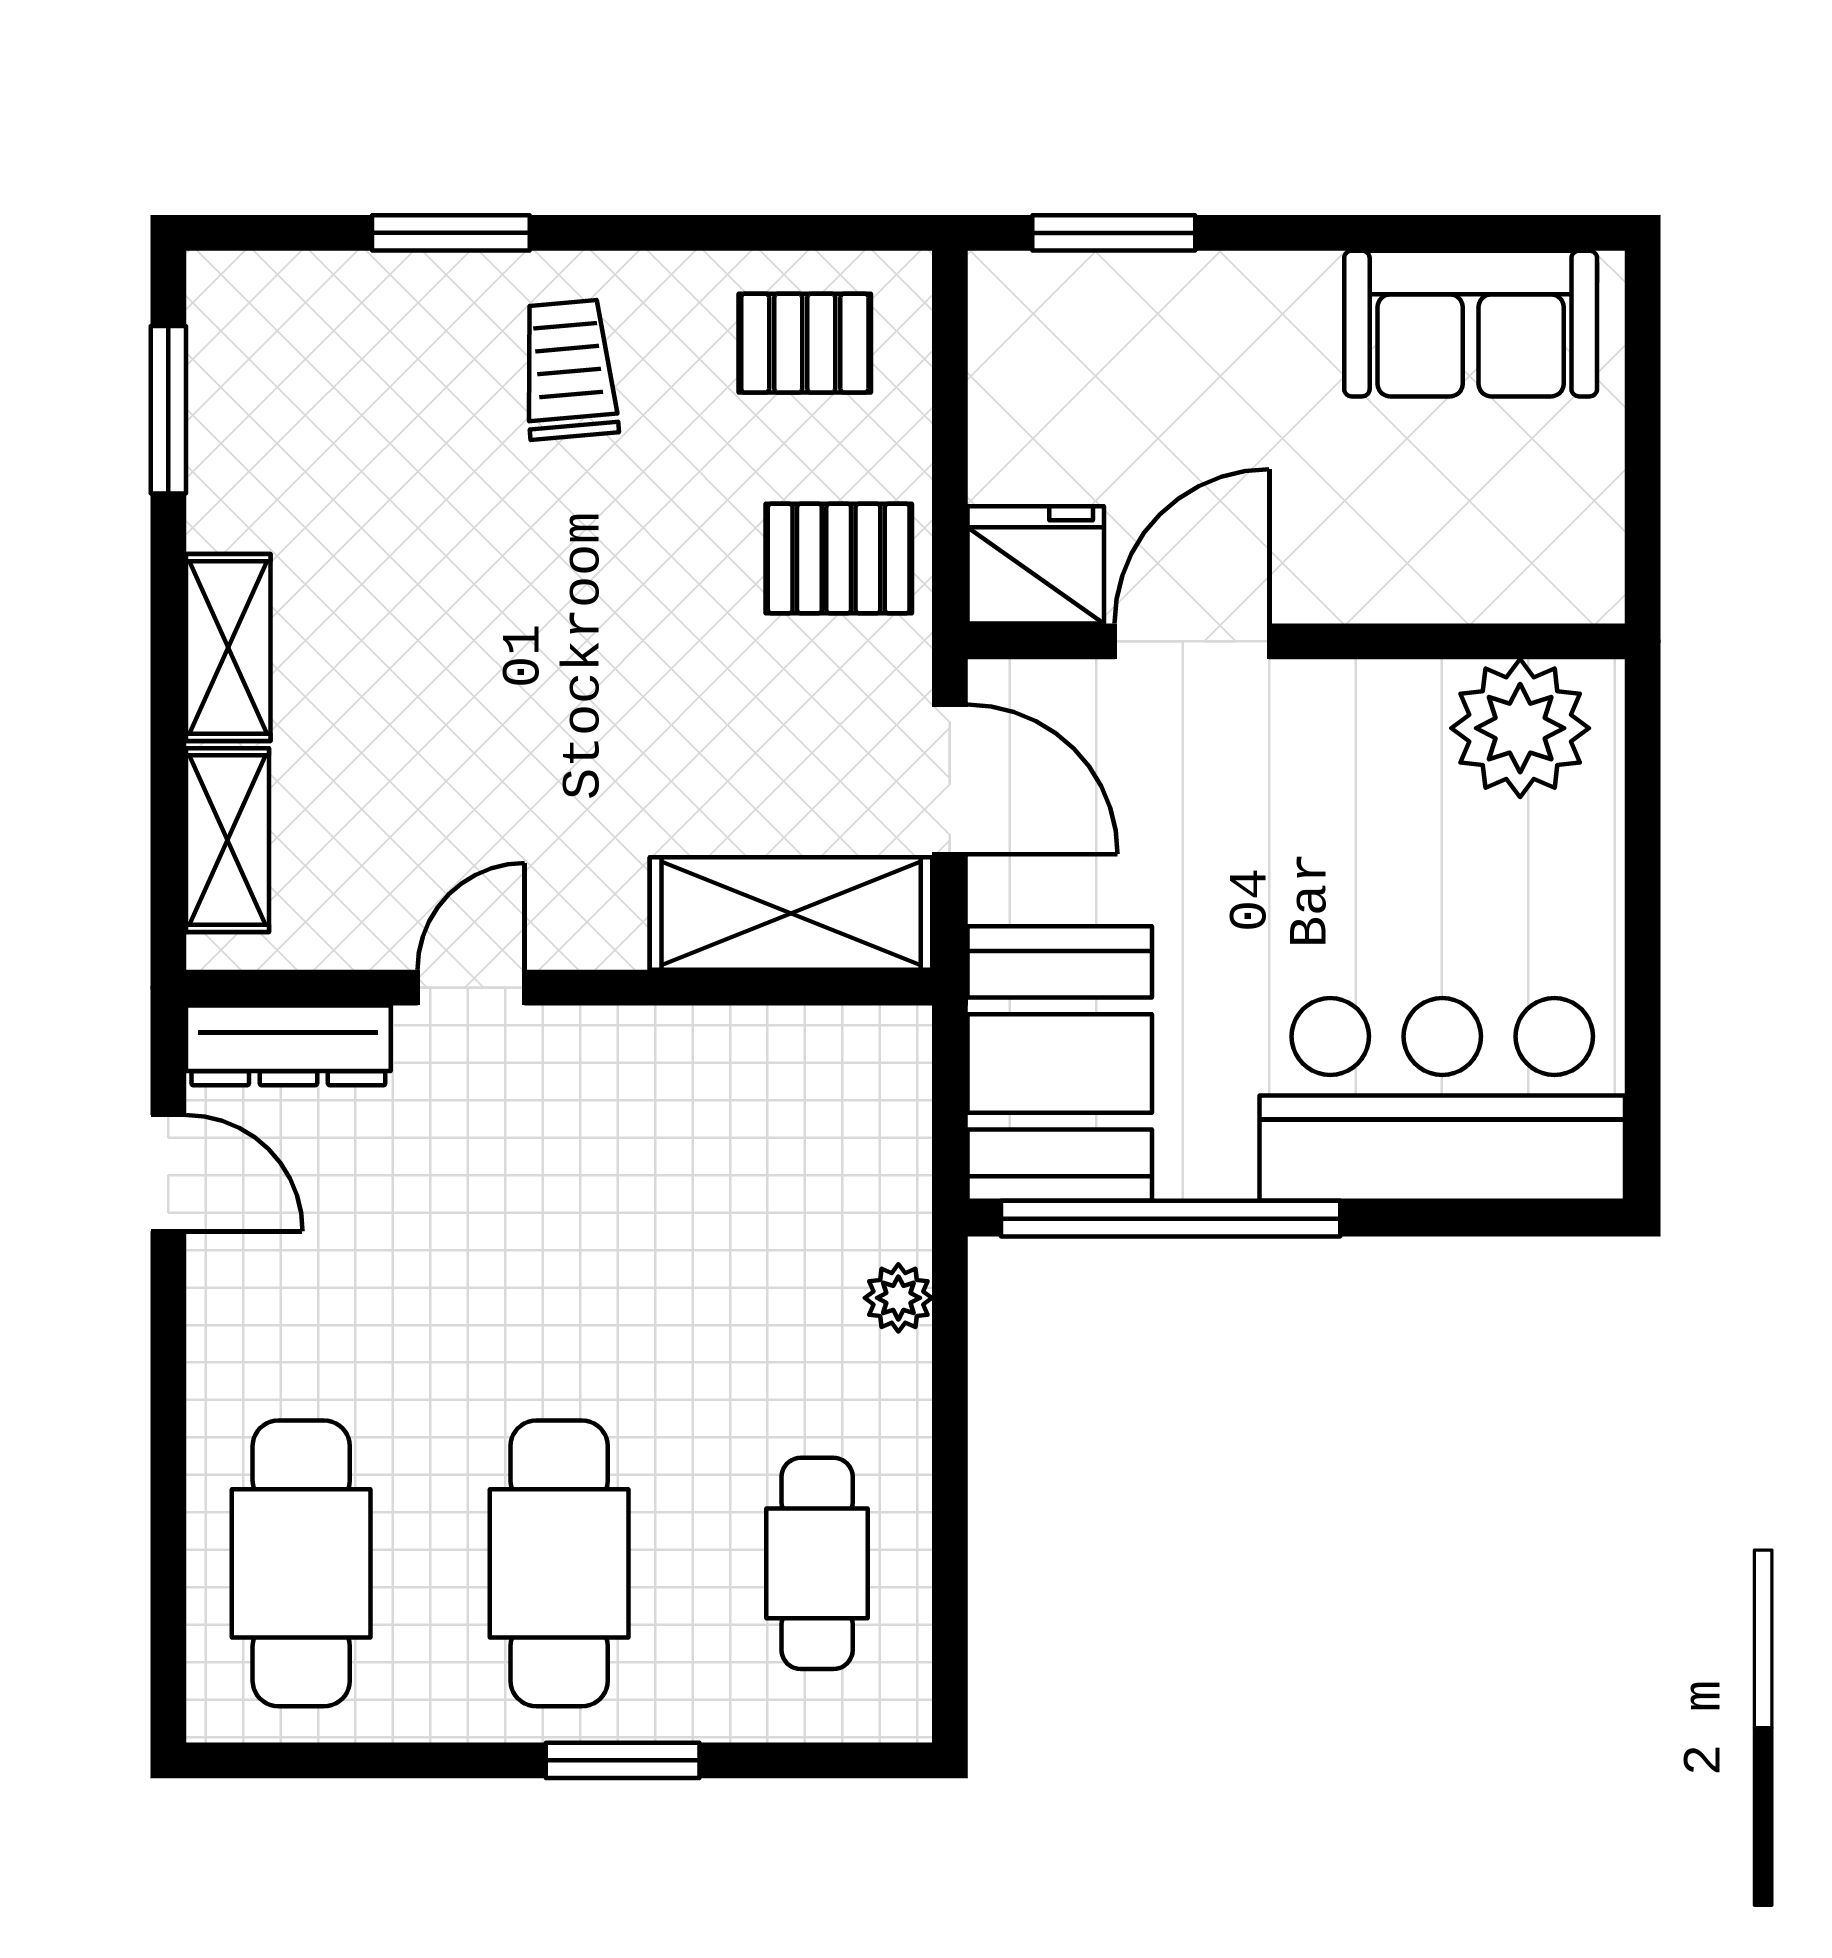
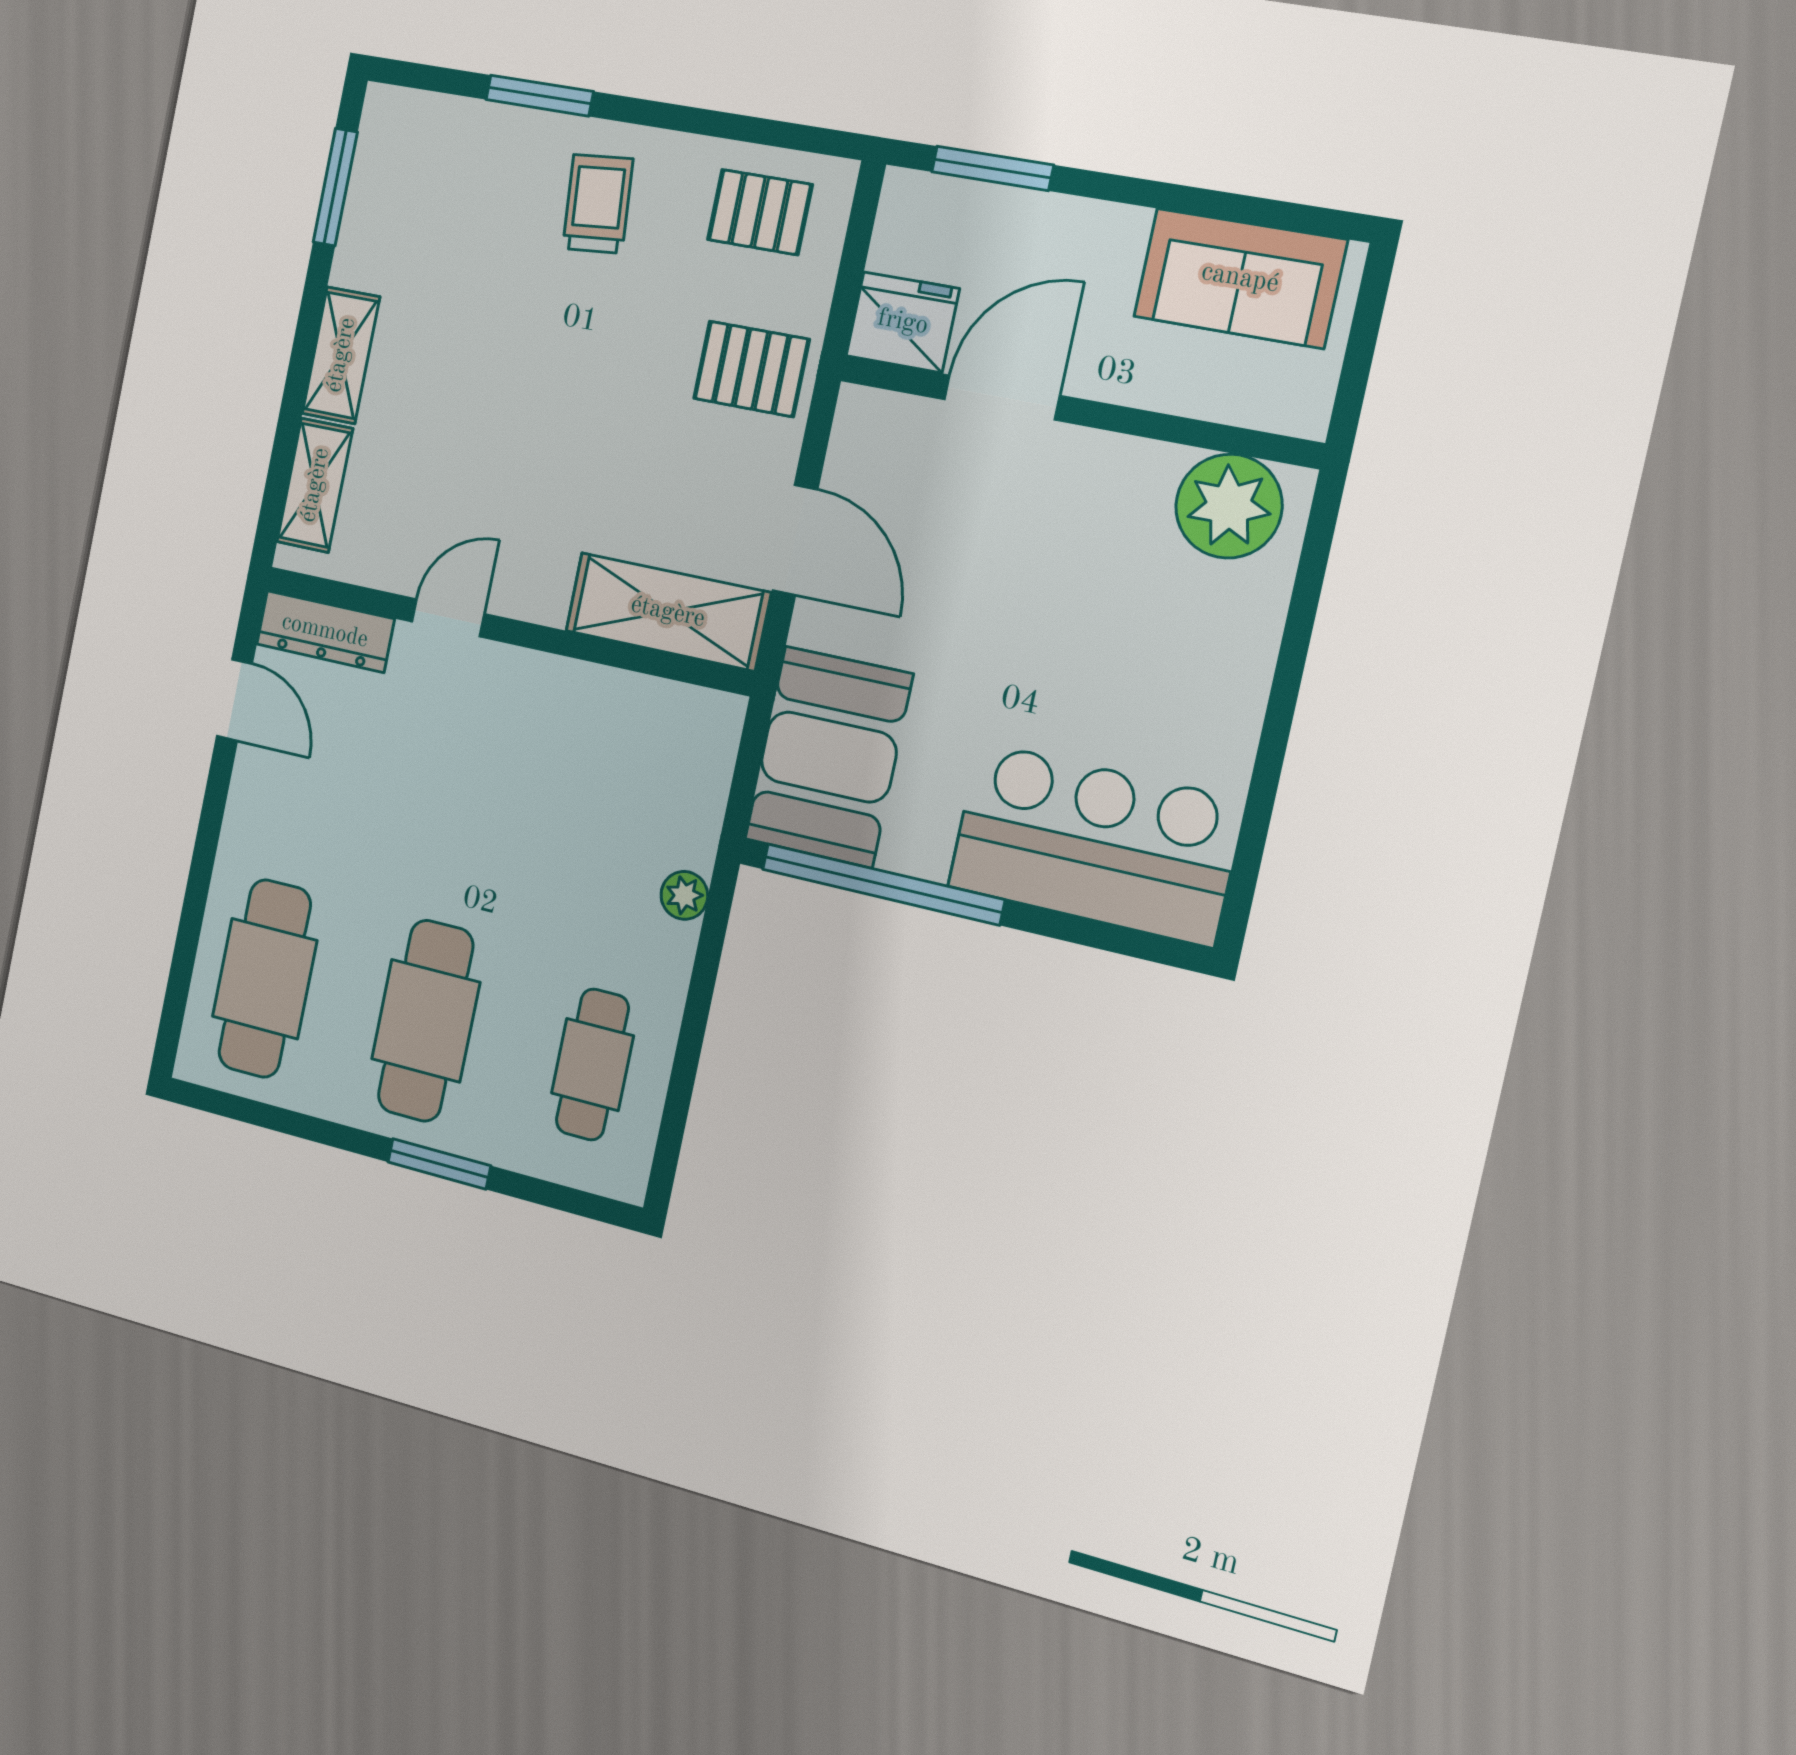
fridge: (1036, 565) -> (903, 322), moved
door: (1192, 641) -> (1002, 398), moved
wall: (1296, 641) -> (1077, 411), moved
plant: (1520, 728) -> (1229, 506), moved

